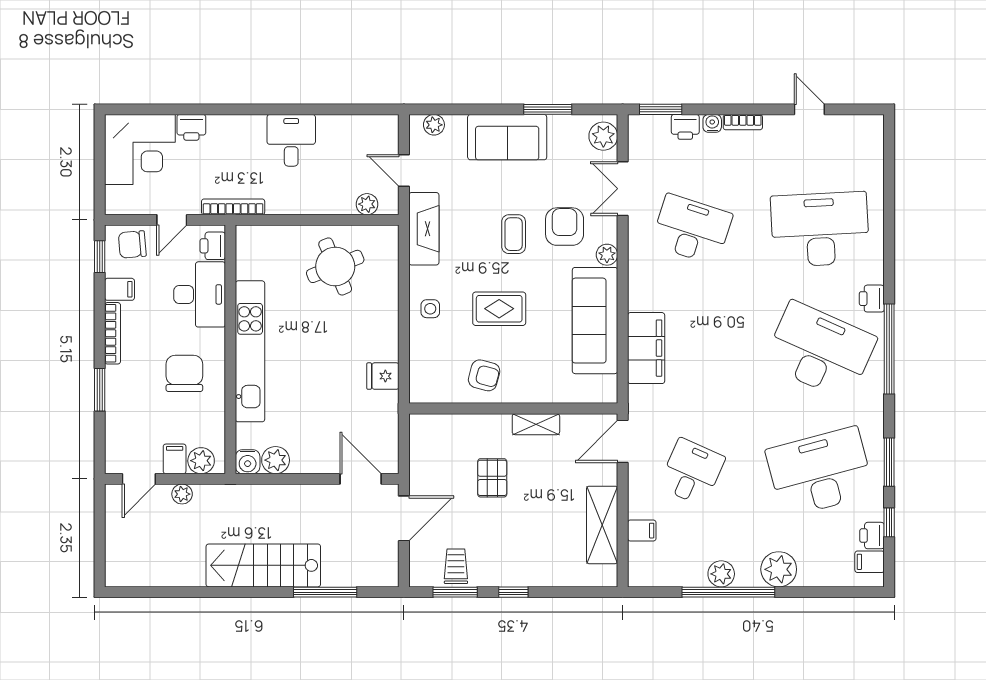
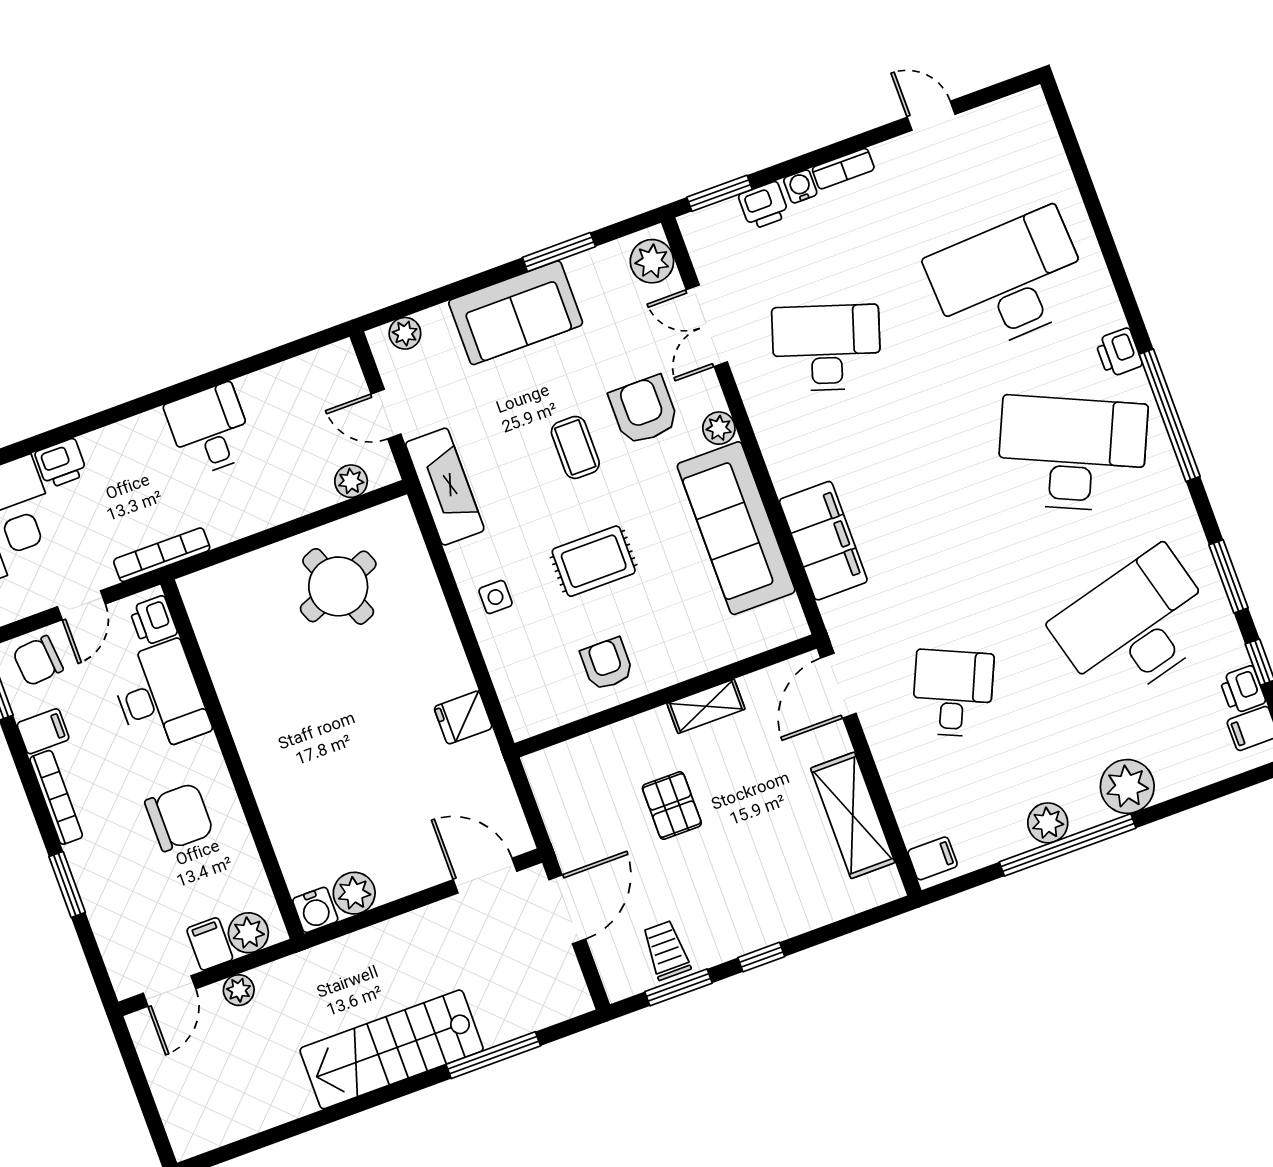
kitchen unit: (250, 351) -> (261, 752), removed
chair: (184, 373) -> (179, 817), turned 90
armchair: (484, 375) -> (607, 664), turned -105
filing cabinet: (642, 531) -> (933, 858), moved

